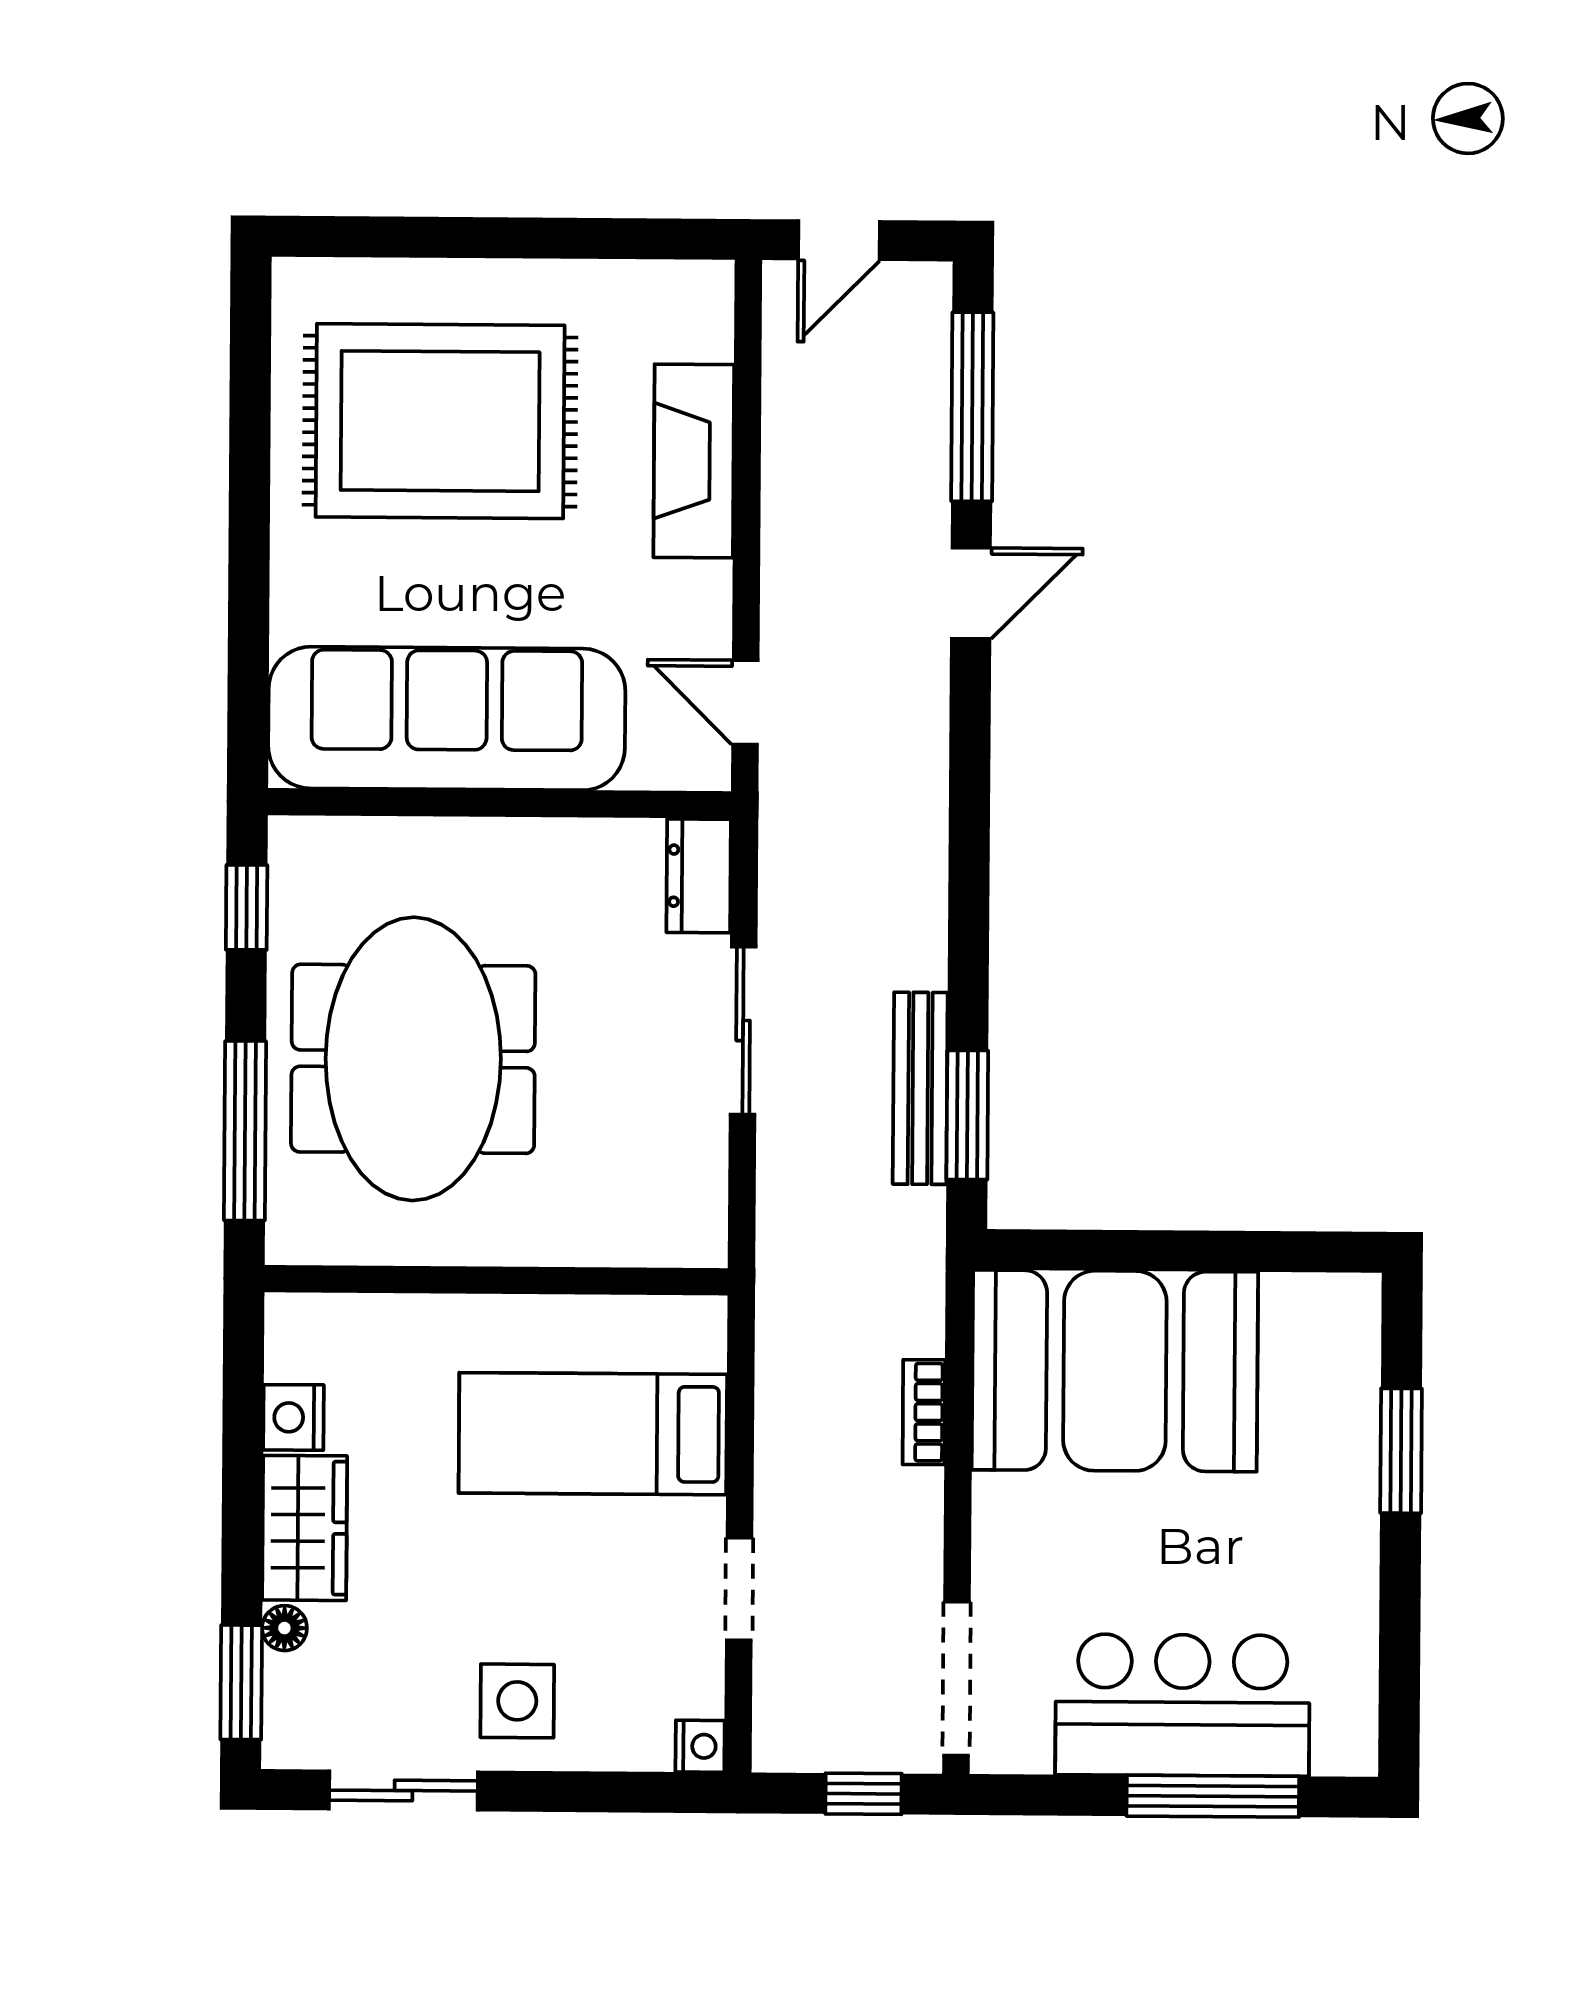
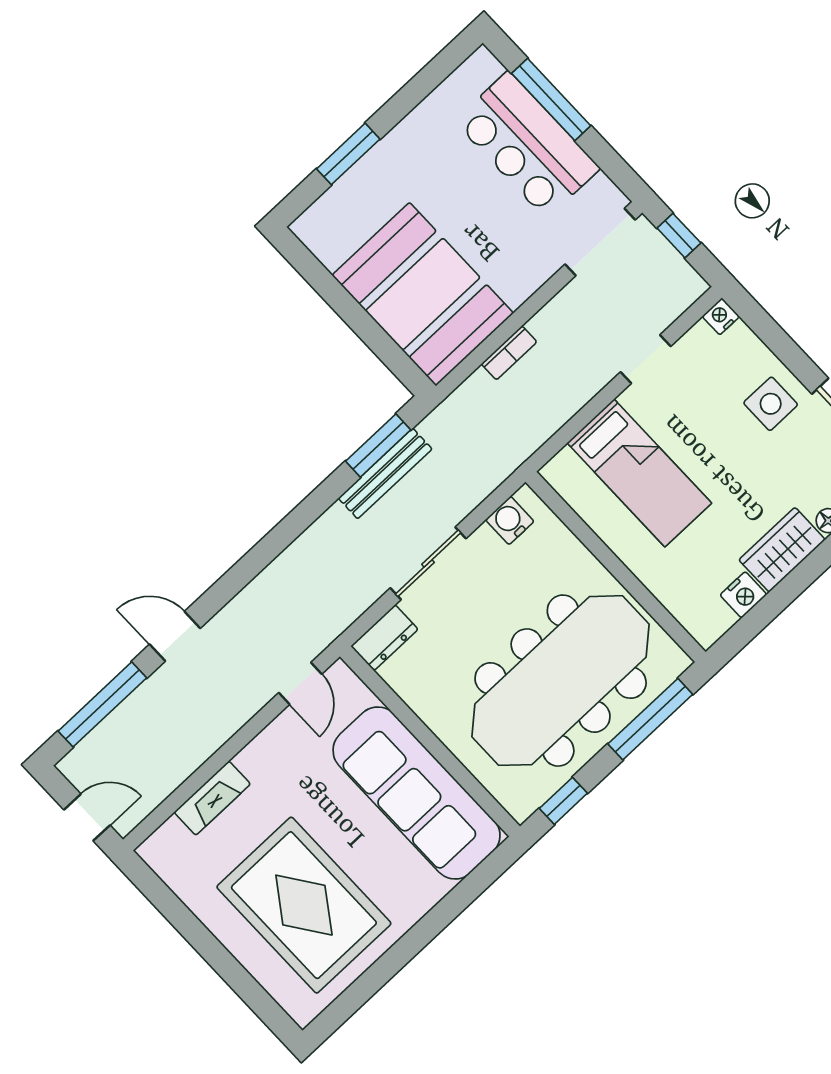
fireplace: (694, 461) -> (212, 798), width x0.73, depth x0.76
meeting table: (413, 1059) -> (561, 681), width x1.36
water cooler: (696, 1197) -> (510, 521), added

